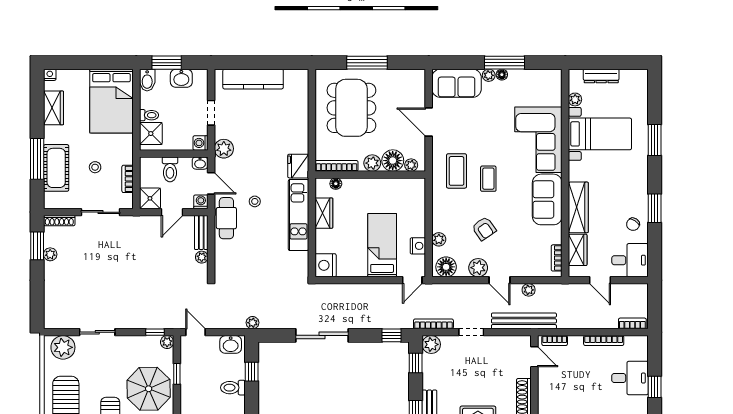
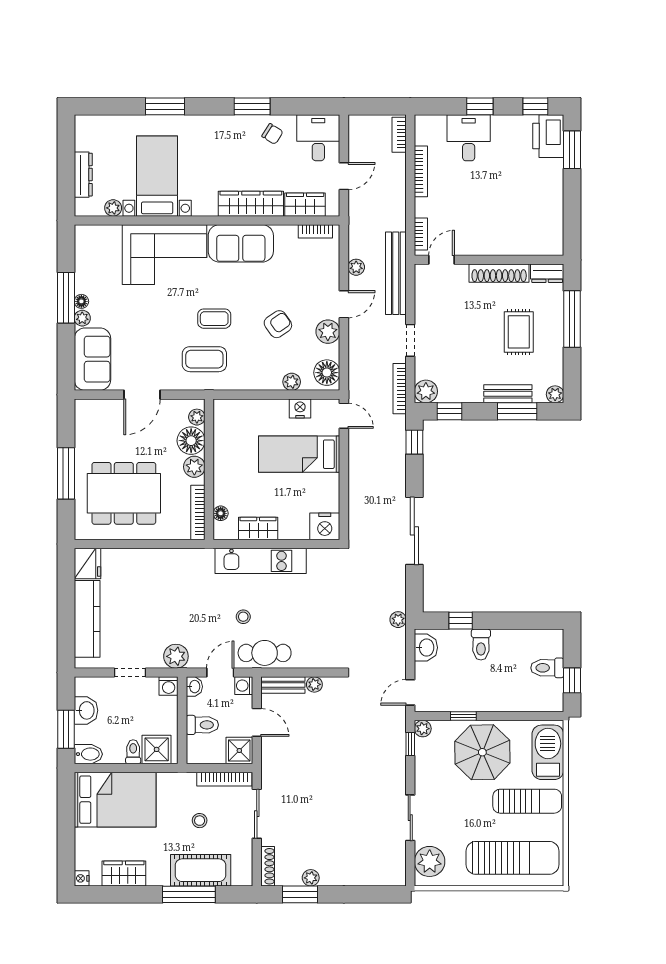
fridge: (298, 166) -> (87, 563), moved, turned -90
bookcase: (128, 179) -> (224, 779), width x1.56

